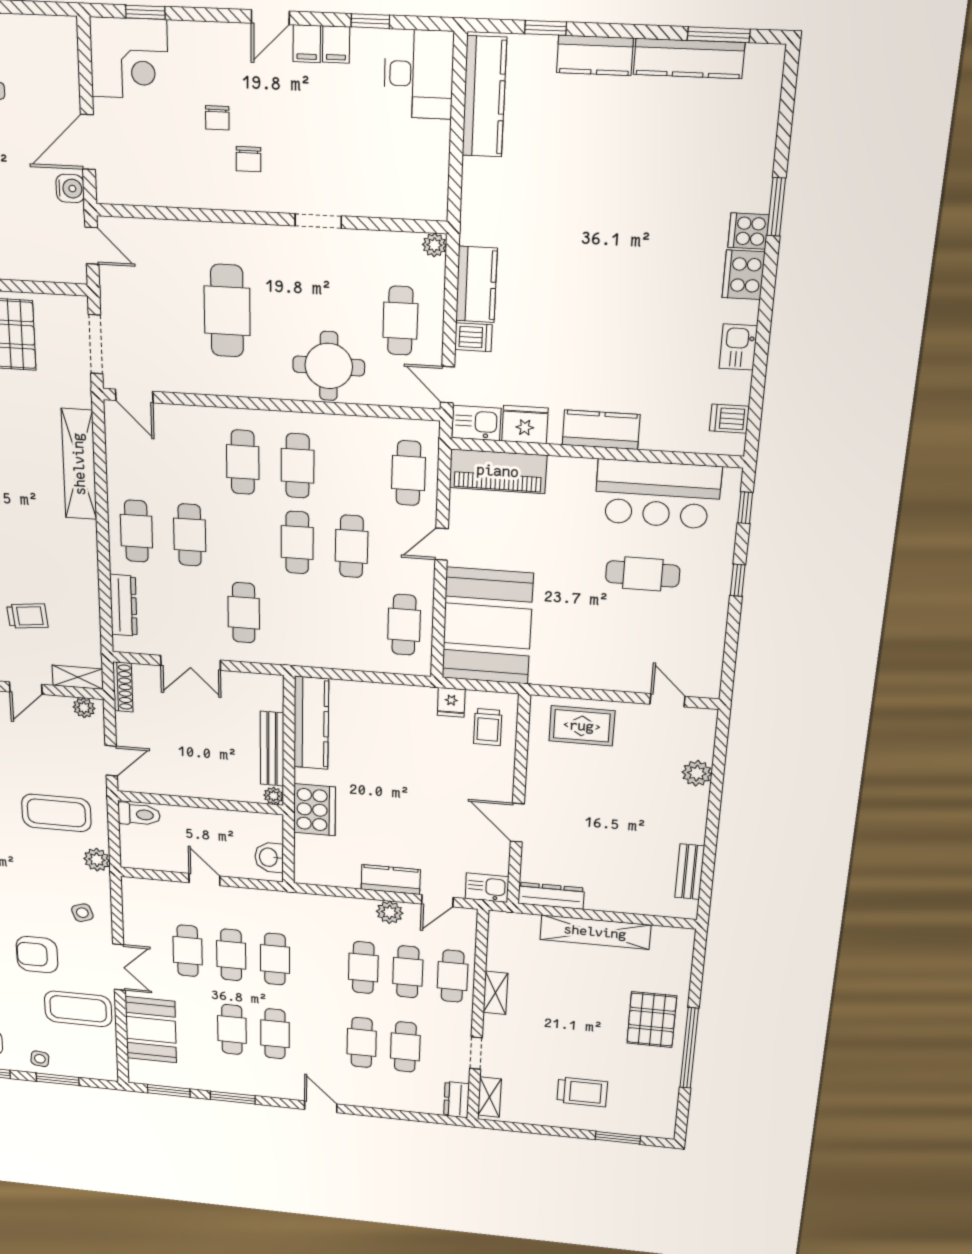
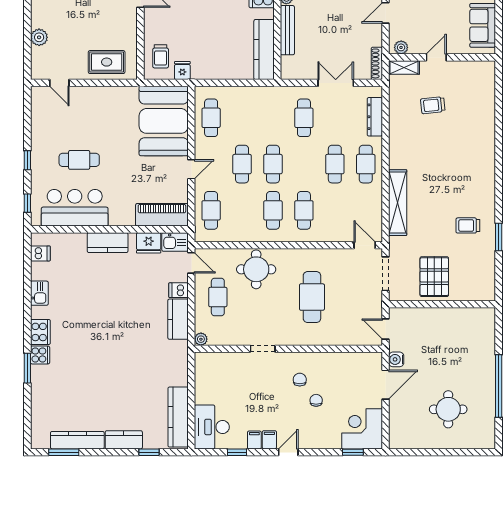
trolley: (488, 727) -> (161, 56), turned 180

